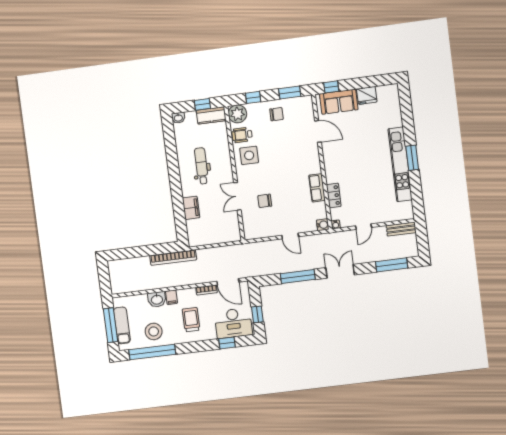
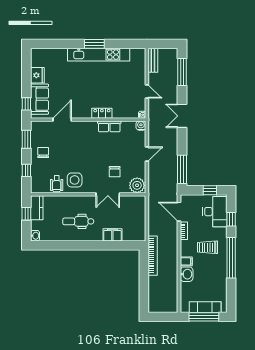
plant: (237, 114) -> (137, 185), moved
locker: (334, 195) -> (102, 113), moved
window: (298, 276) -> (182, 169), moved
door: (228, 282) -> (179, 212), swing flipped
stool: (154, 331) -> (214, 281), removed
window: (152, 352) -> (231, 258), moved

